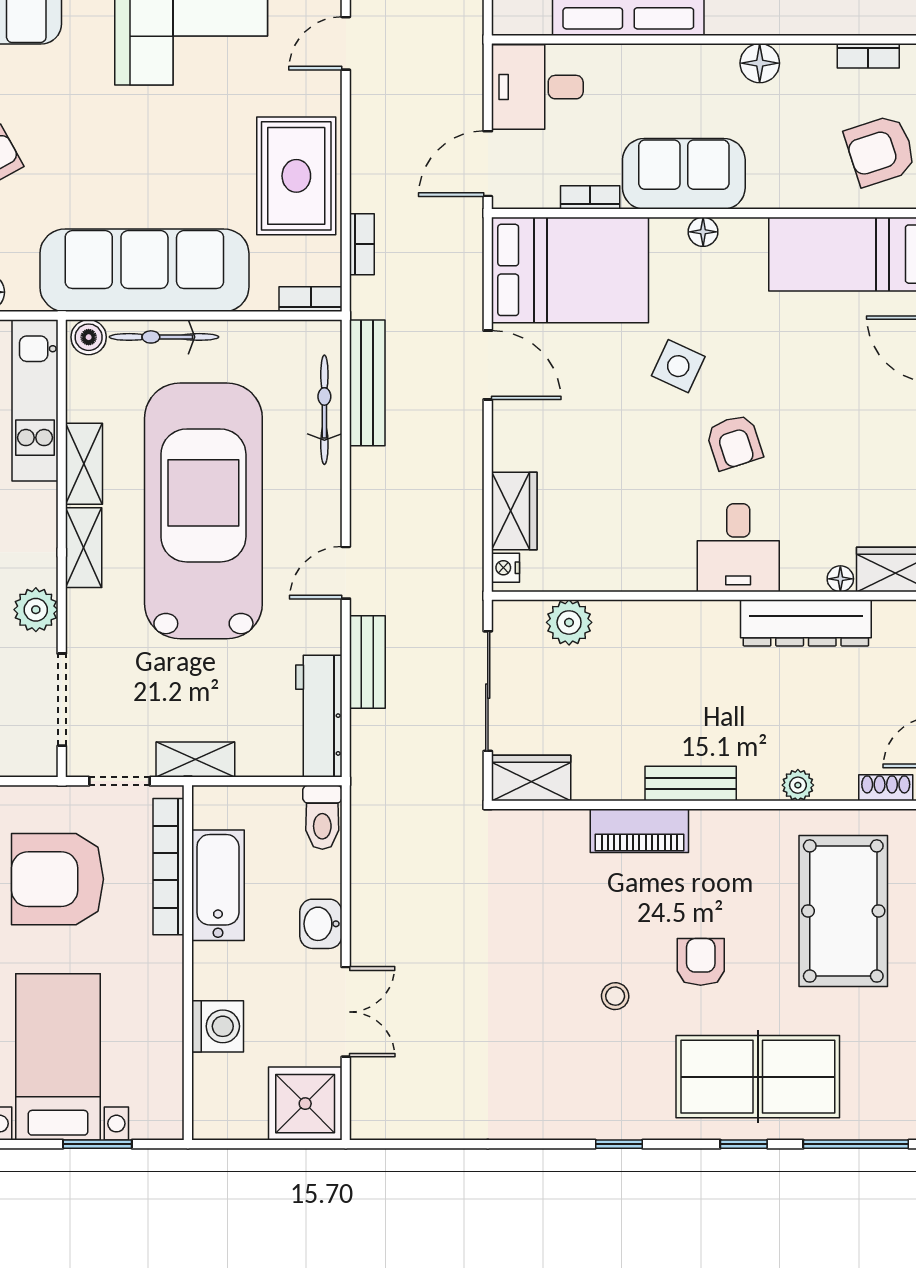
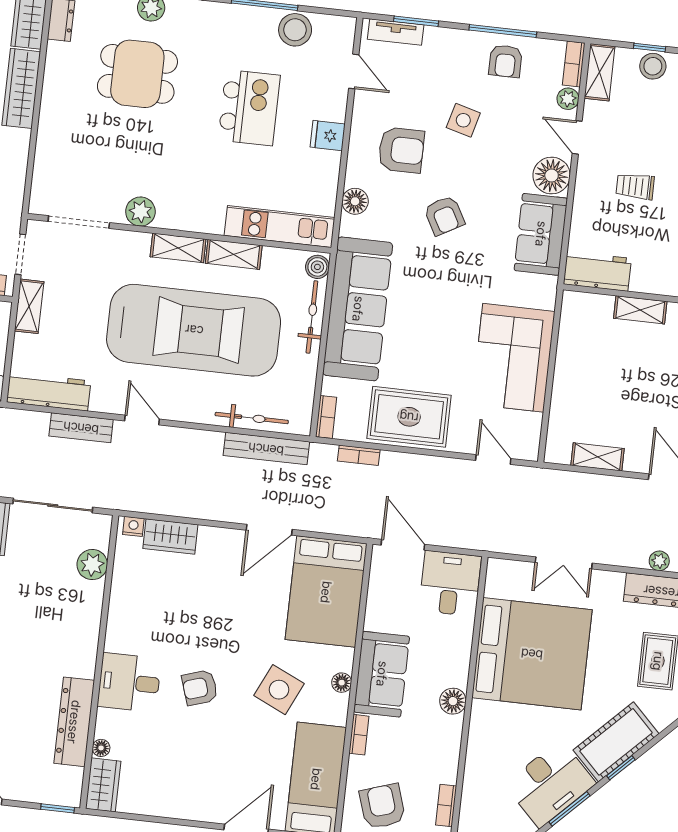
floor lamp: (760, 63) -> (453, 701), moved
bookcase: (590, 197) -> (359, 735), moved
side table: (678, 366) -> (279, 690), moved, width x1.37, depth x1.37

